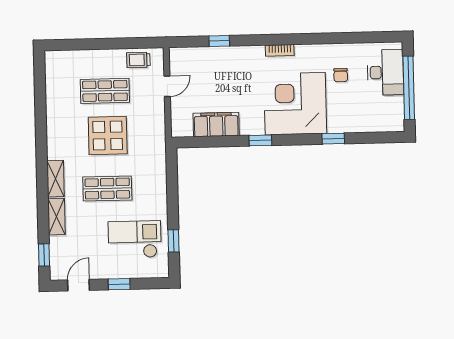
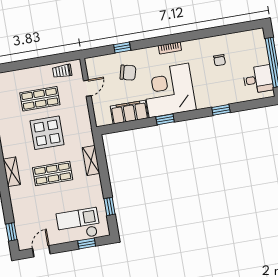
desk: (385, 72) -> (258, 79), moved, width x0.73
chair: (222, 74) -> (128, 73), added
corner desk: (295, 104) -> (169, 90), moved
shelving: (57, 217) -> (91, 160), moved
checkout: (135, 239) -> (78, 224), moved
window: (119, 284) -> (87, 243), moved

